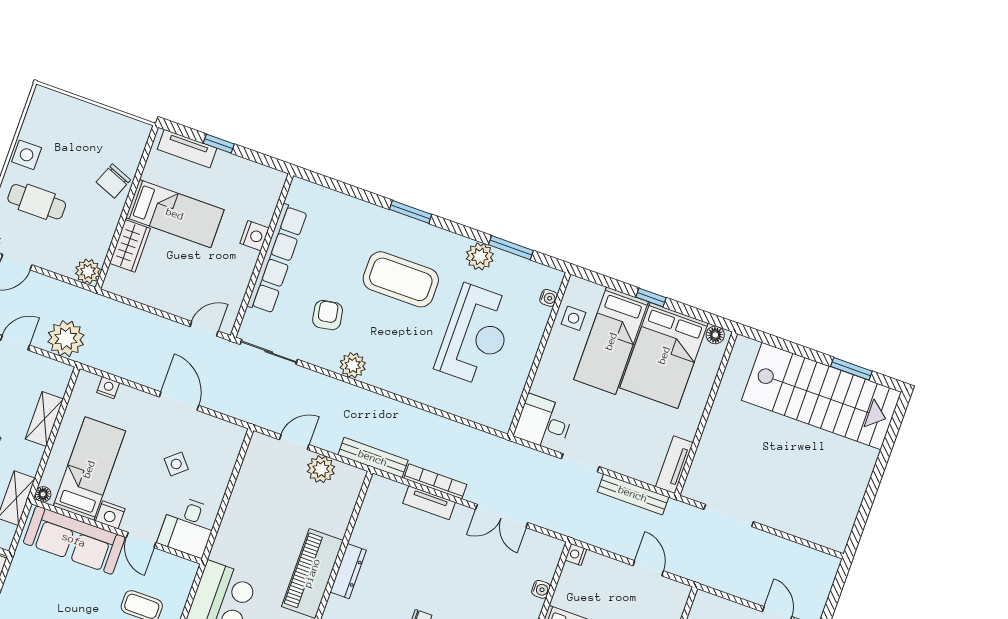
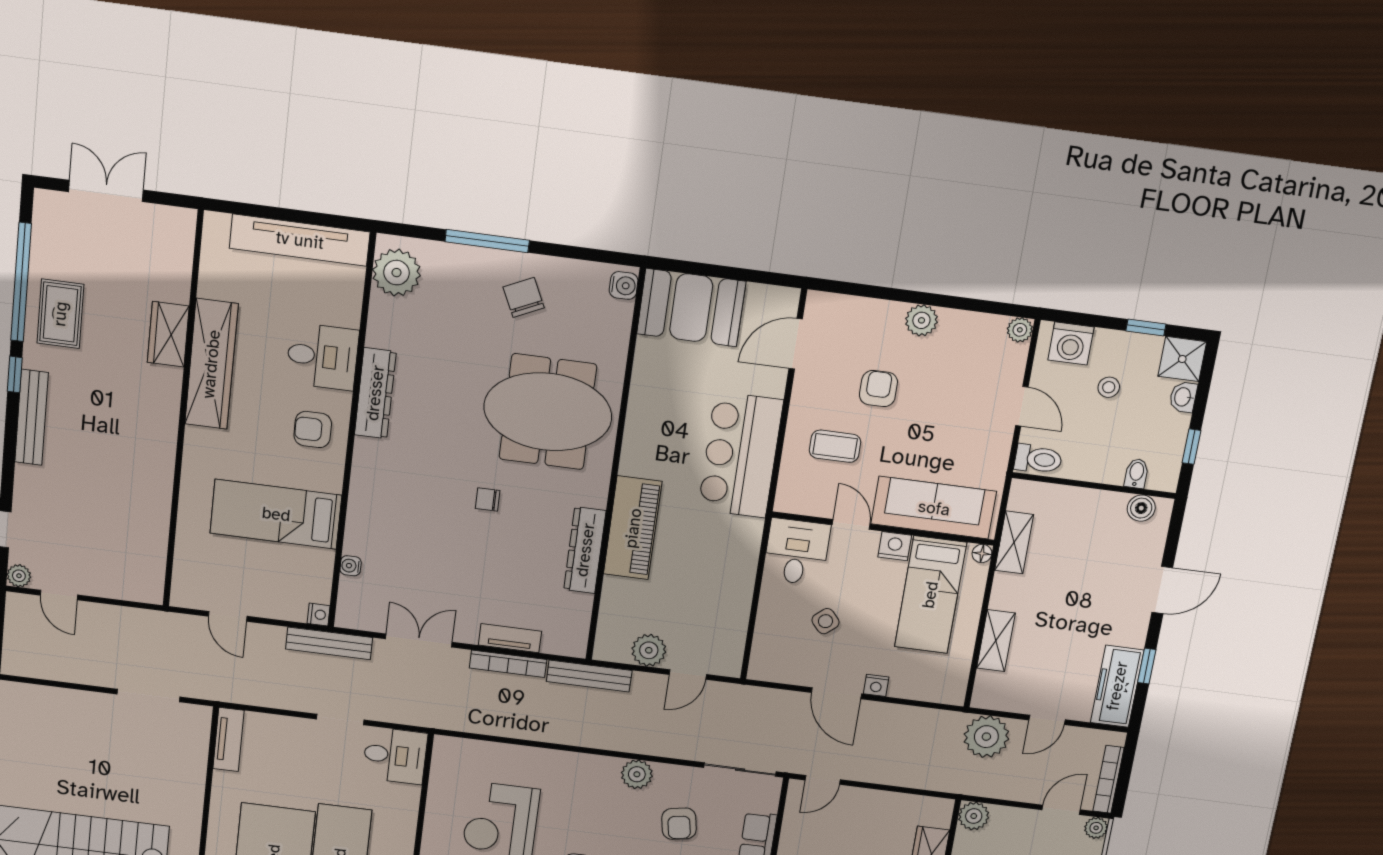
nightstand: (108, 388) -> (876, 685), moved
bench: (633, 494) -> (329, 643), moved
dresser: (348, 571) -> (585, 550), width x1.37, depth x1.24

